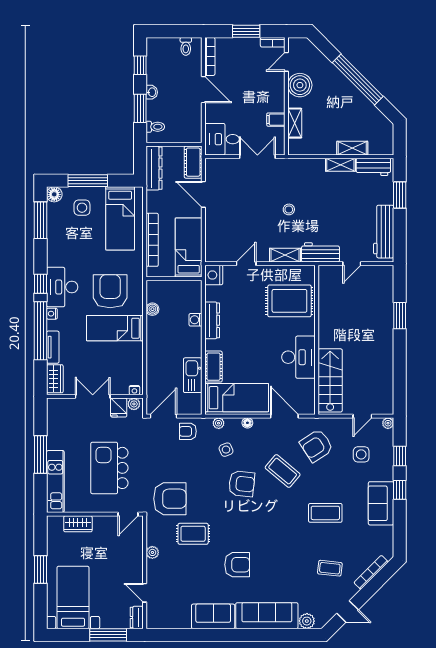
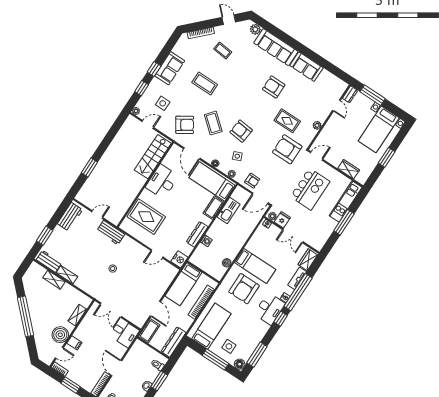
filing cabinet: (276, 120) -> (74, 343), moved
workbench: (384, 232) -> (70, 217), width x0.73
shelving: (285, 255) -> (132, 244), removed

